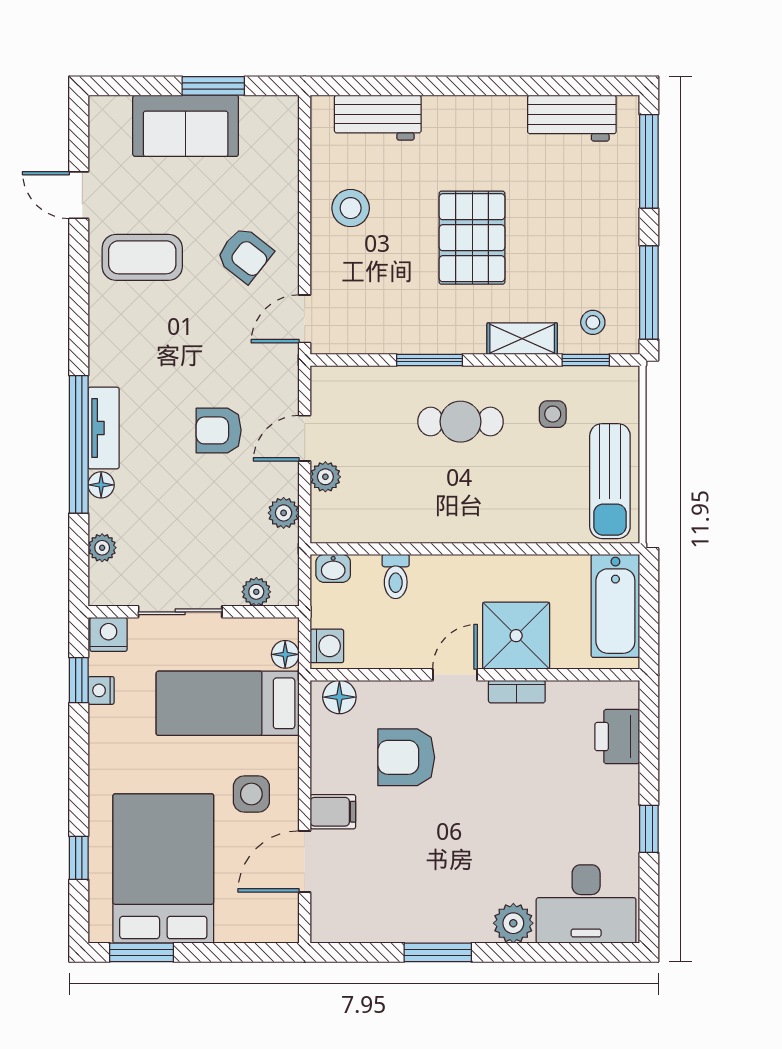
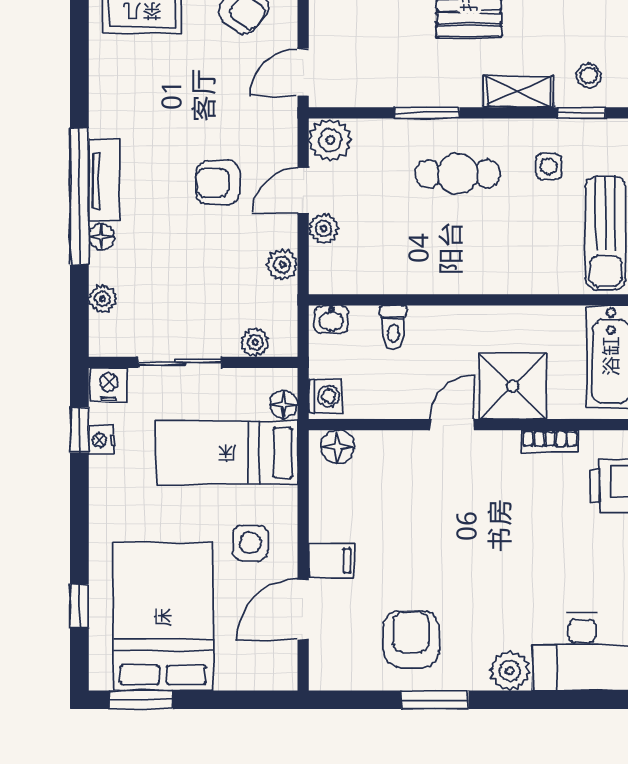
plant: (332, 387) -> (330, 140), added
bookcase: (517, 692) -> (550, 441), moved
armchair: (406, 757) -> (411, 639), moved, turned 90

